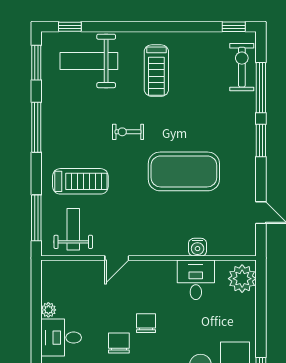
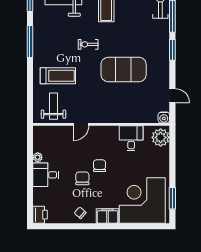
window: (36, 218) -> (30, 99), removed
water cooler: (198, 247) -> (164, 118), moved

